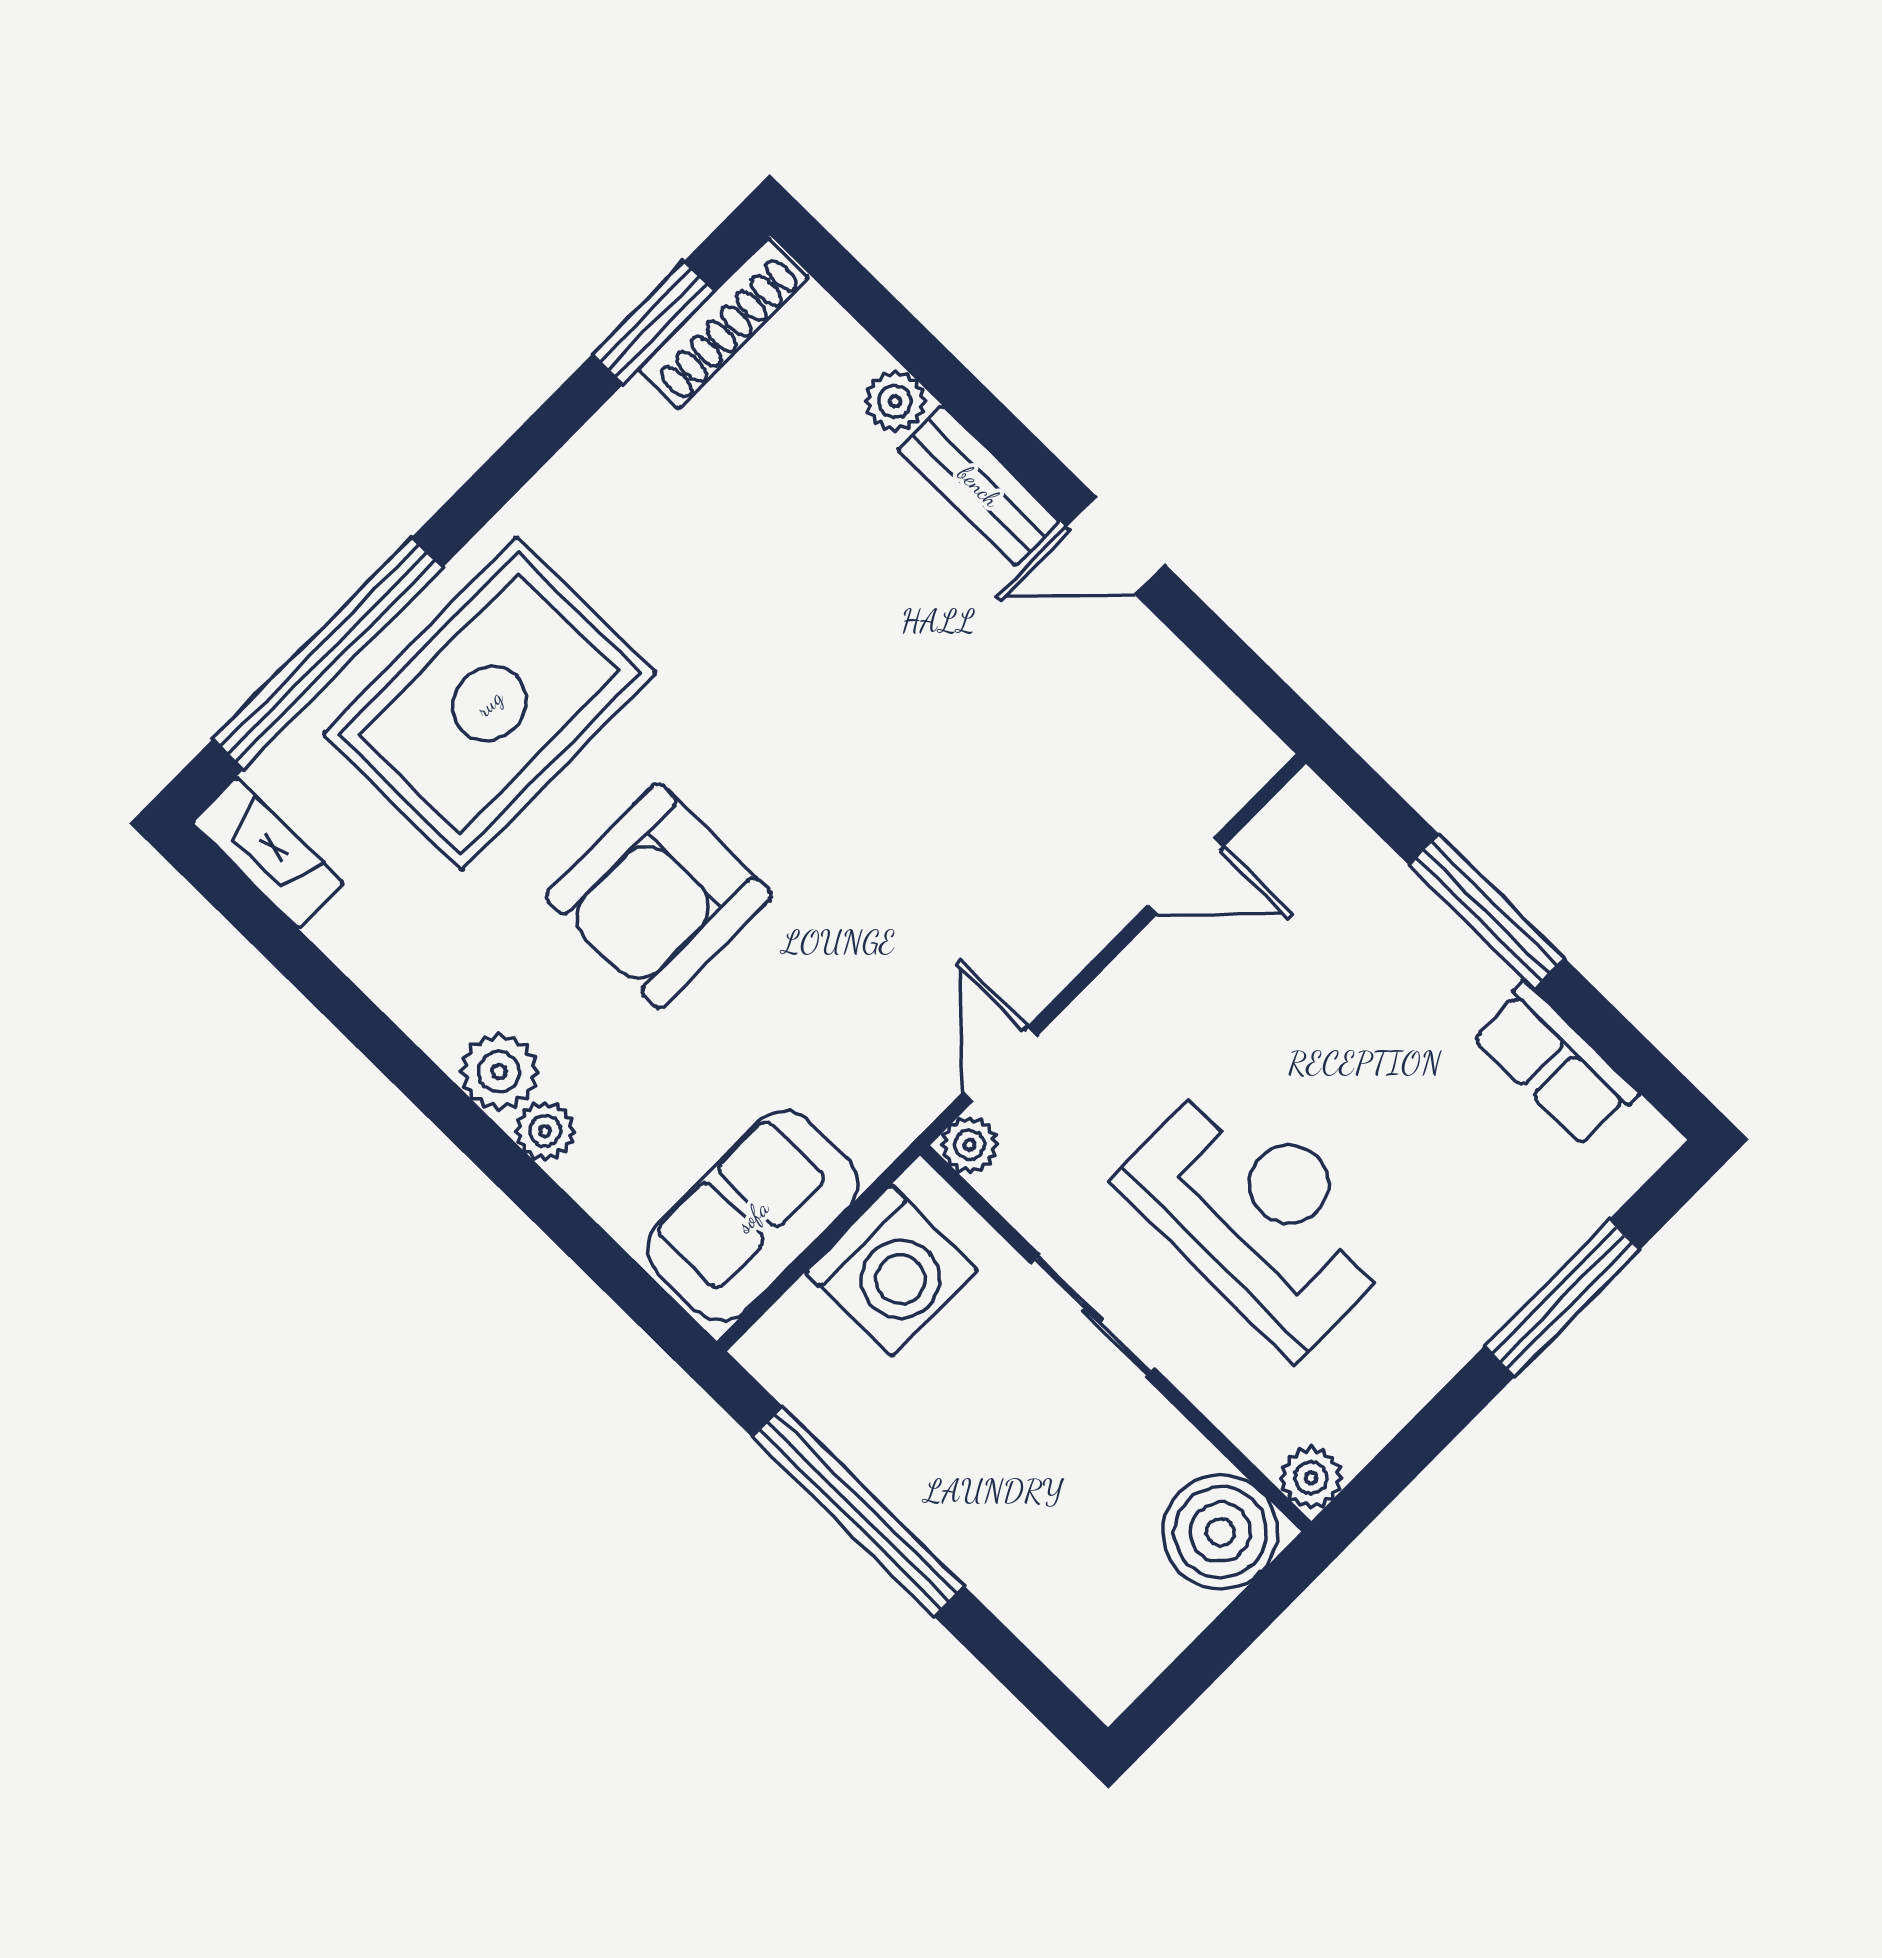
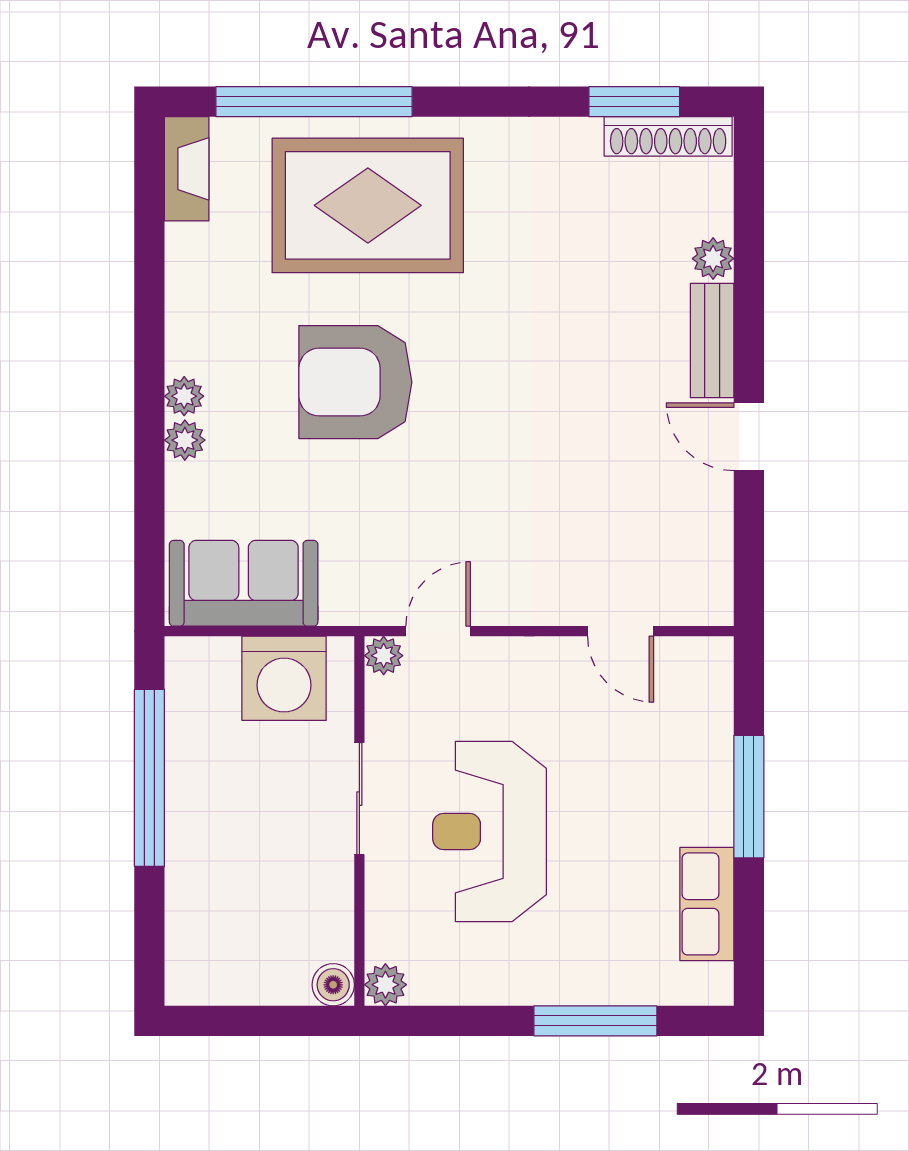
plant: (499, 1072) -> (184, 396), width x0.73, depth x0.73
reception desk: (1259, 1215) -> (490, 831), turned 180
boiler: (1220, 1532) -> (333, 985), width x0.54, depth x0.54

